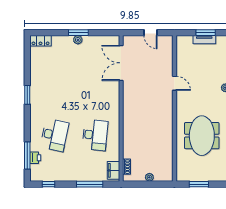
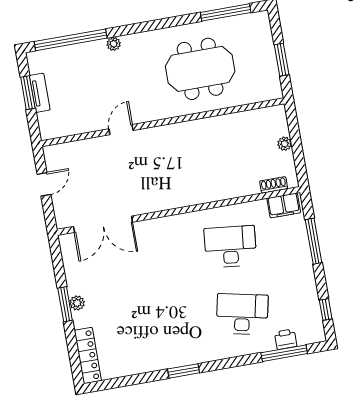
locker: (41, 41) -> (88, 355), width x1.53

